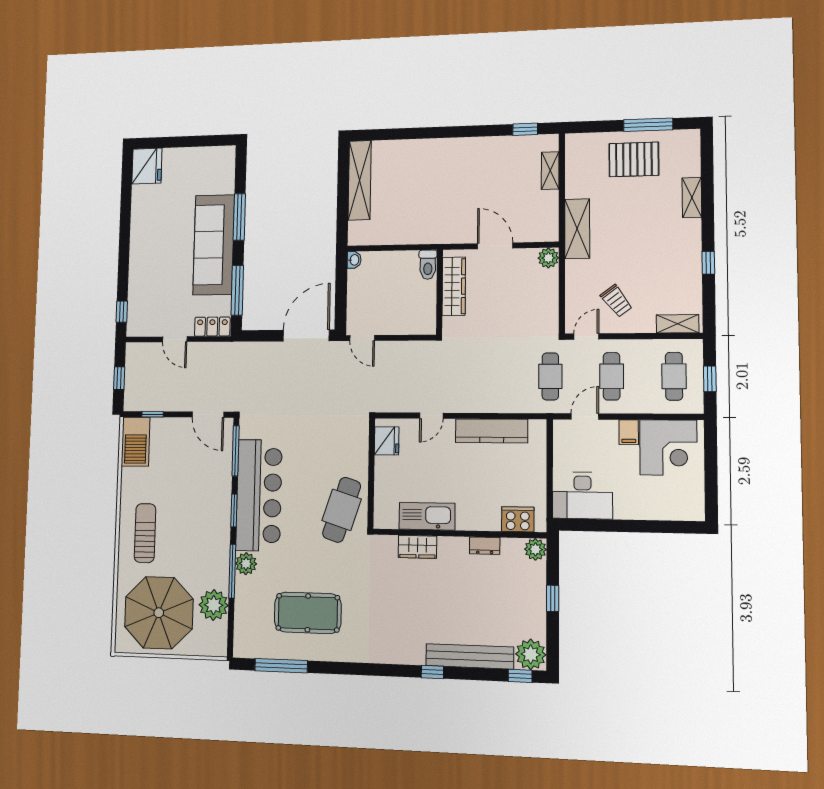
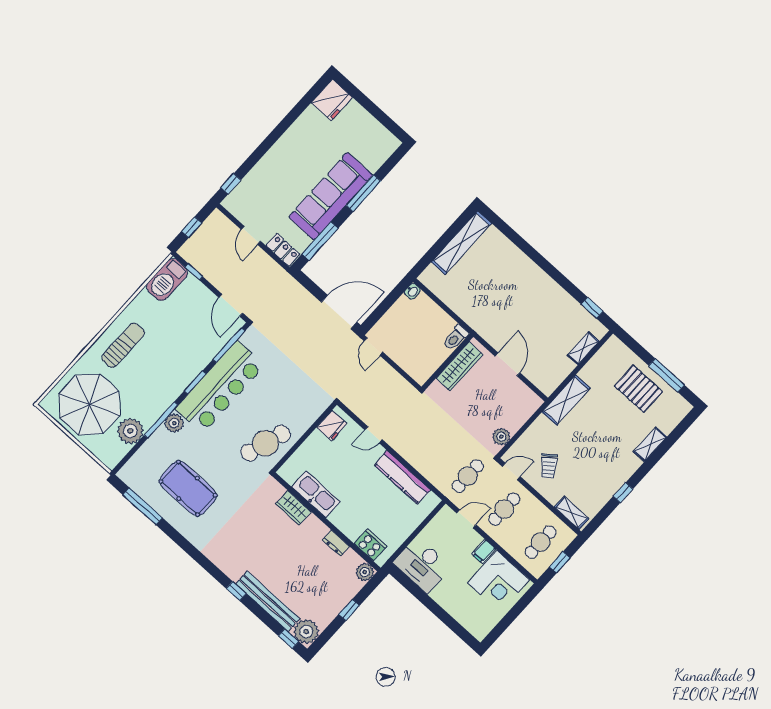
plant: (548, 258) -> (501, 437), moved

